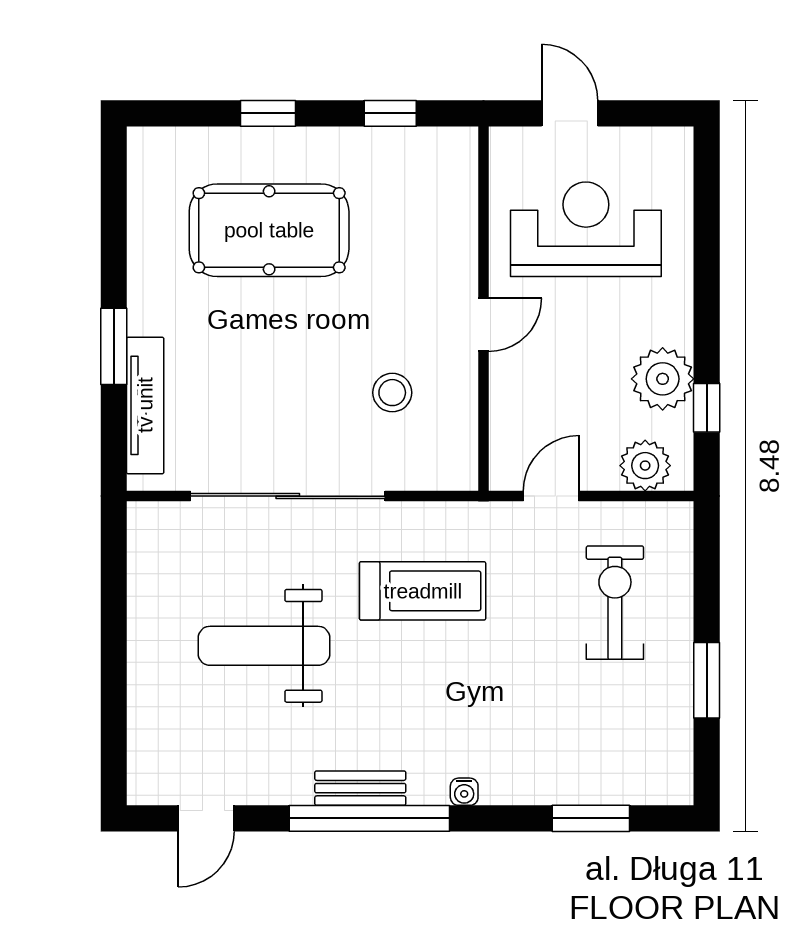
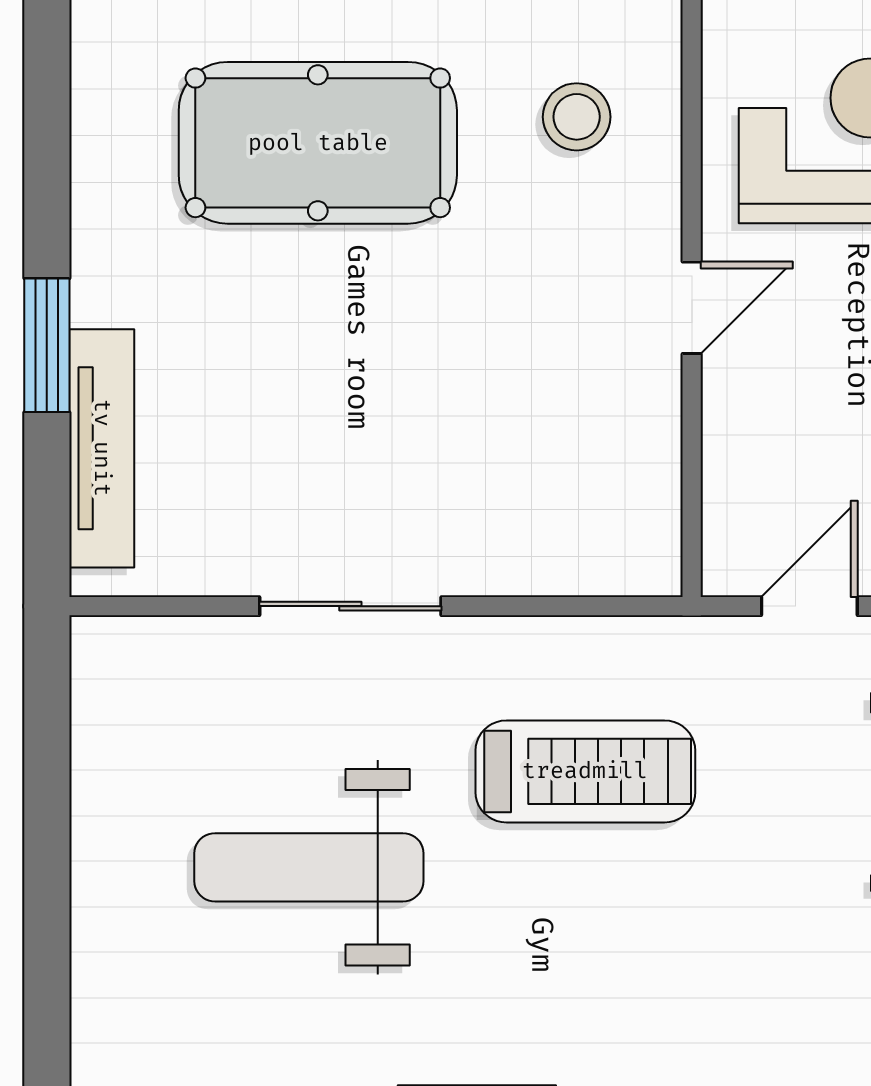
stool: (392, 393) -> (577, 117), moved
sliding door: (288, 496) -> (350, 606), width x0.54

